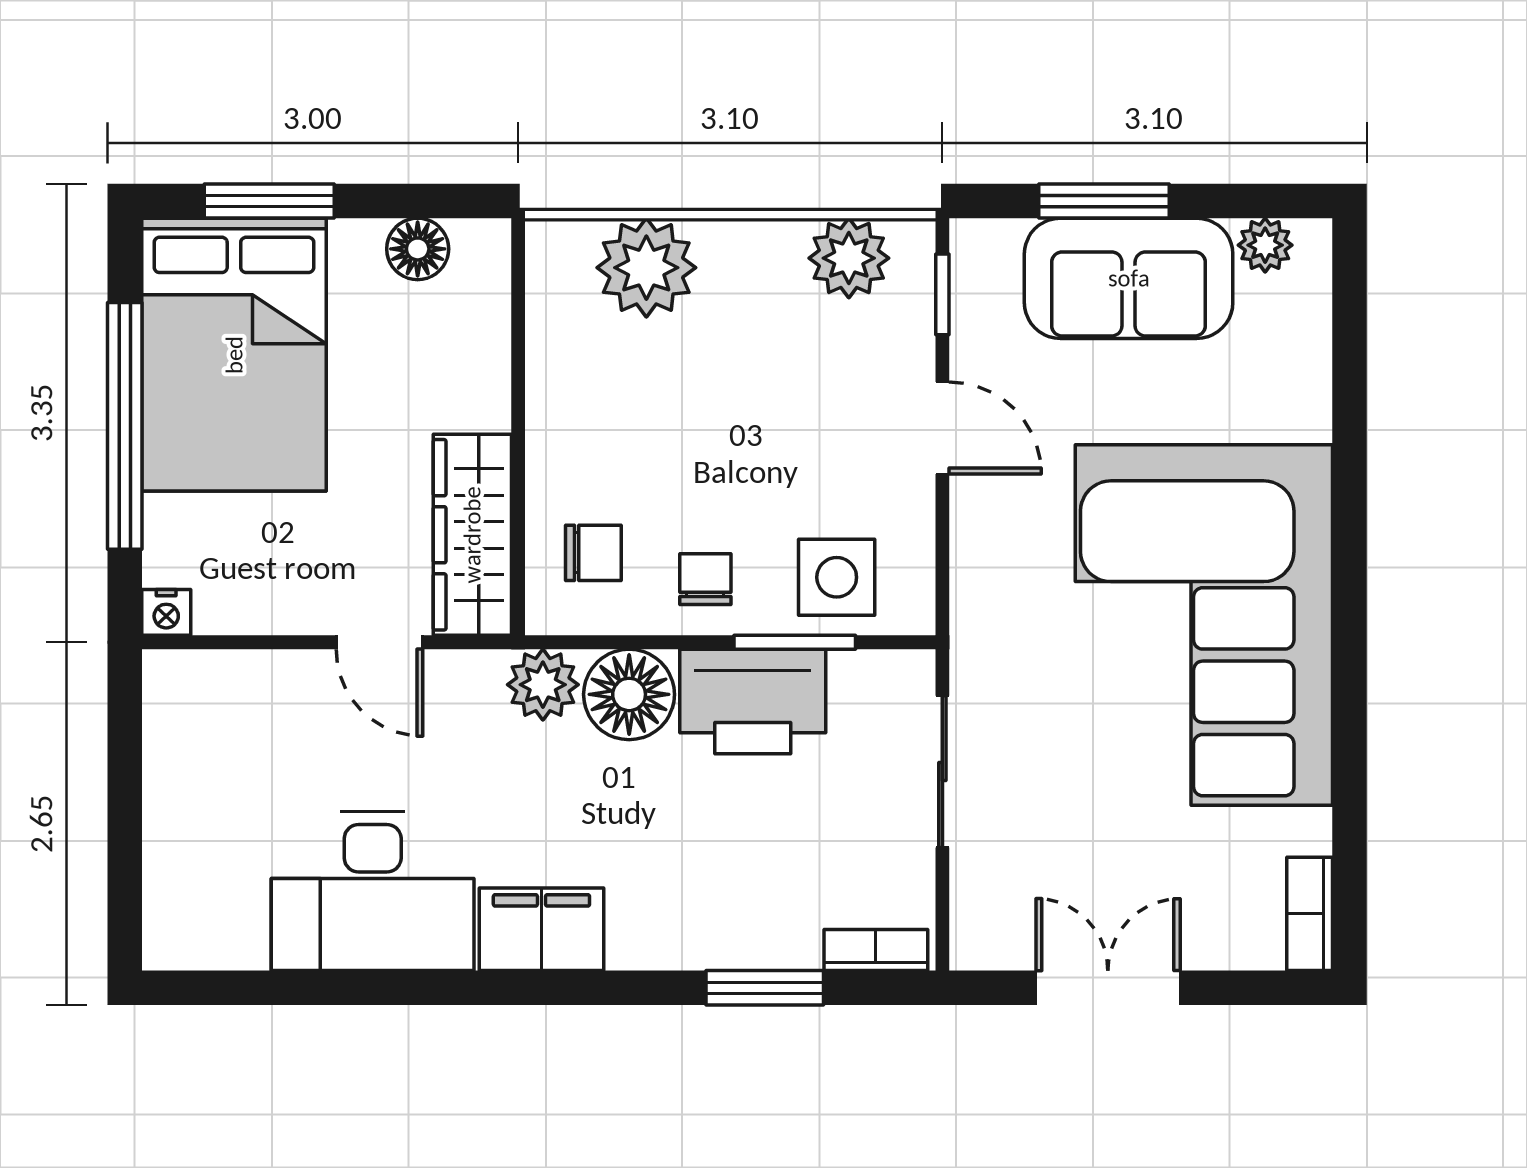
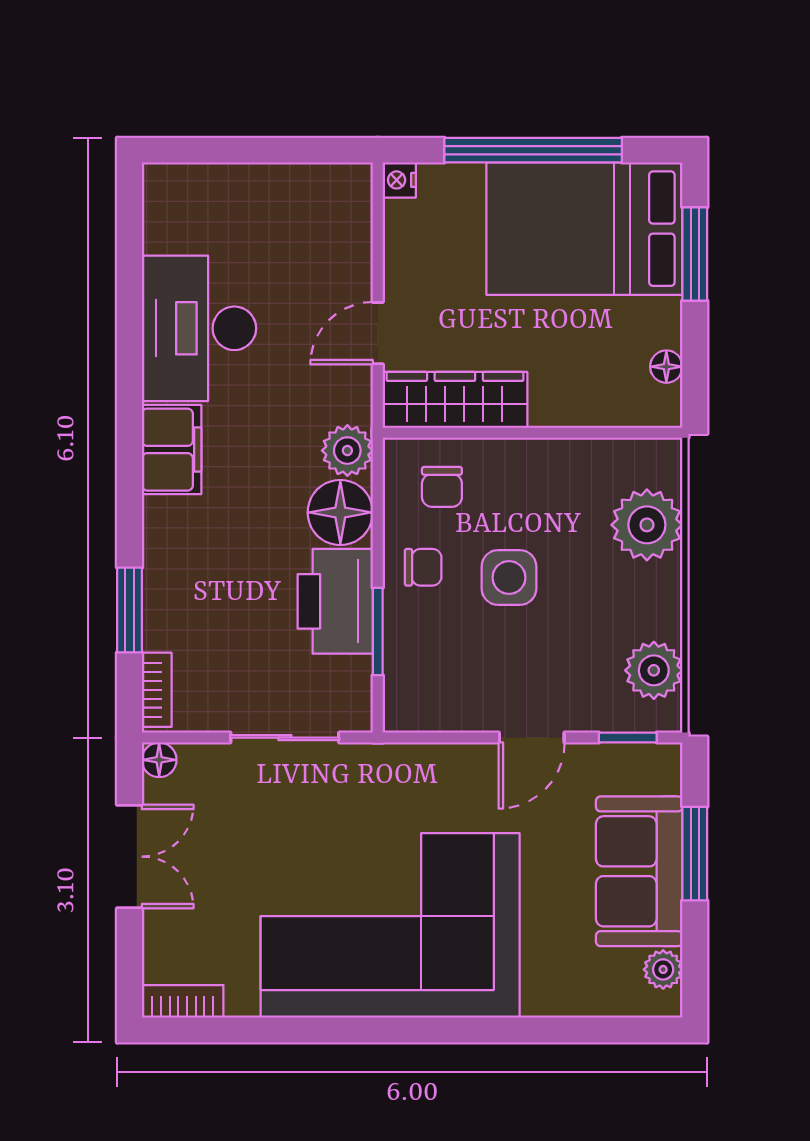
floor lamp: (418, 249) -> (666, 367), width x0.73, depth x0.73
side table: (837, 577) -> (509, 578), moved
floor lamp: (973, 947) -> (159, 760), added

